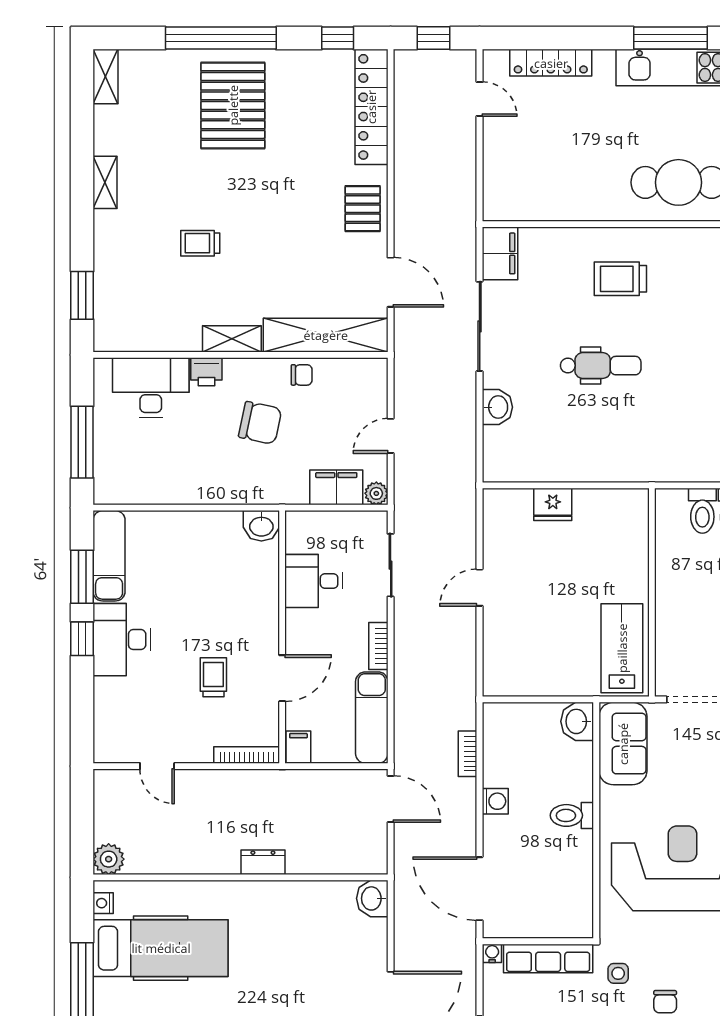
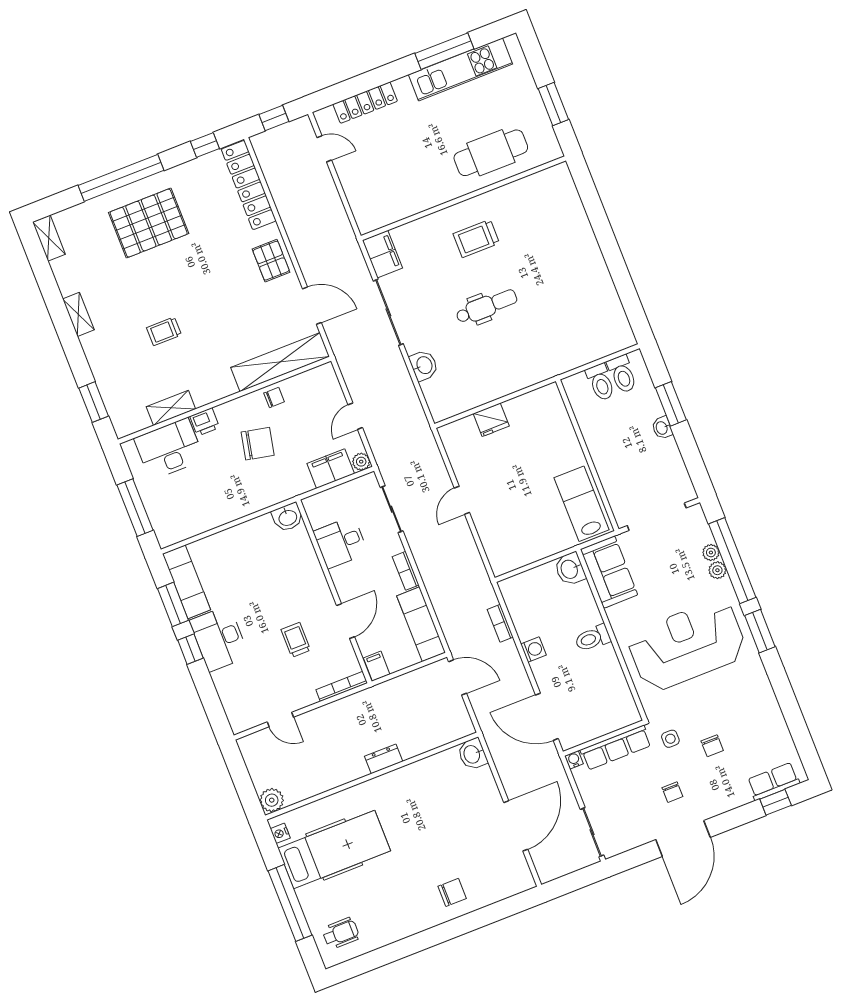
pallet: (233, 105) -> (149, 223), turned 90
shelving: (232, 339) -> (171, 408), moved

